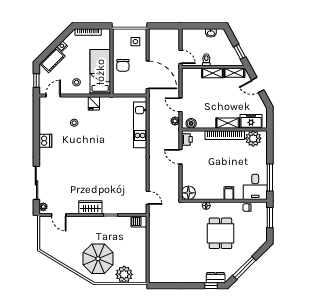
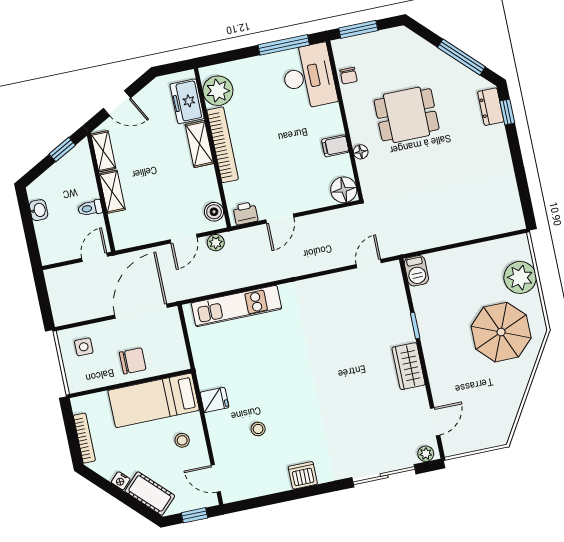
door: (258, 85) -> (117, 103), hinge flipped
desk: (255, 187) -> (309, 76), width x1.37
filing cabinet: (229, 193) -> (335, 146), moved

